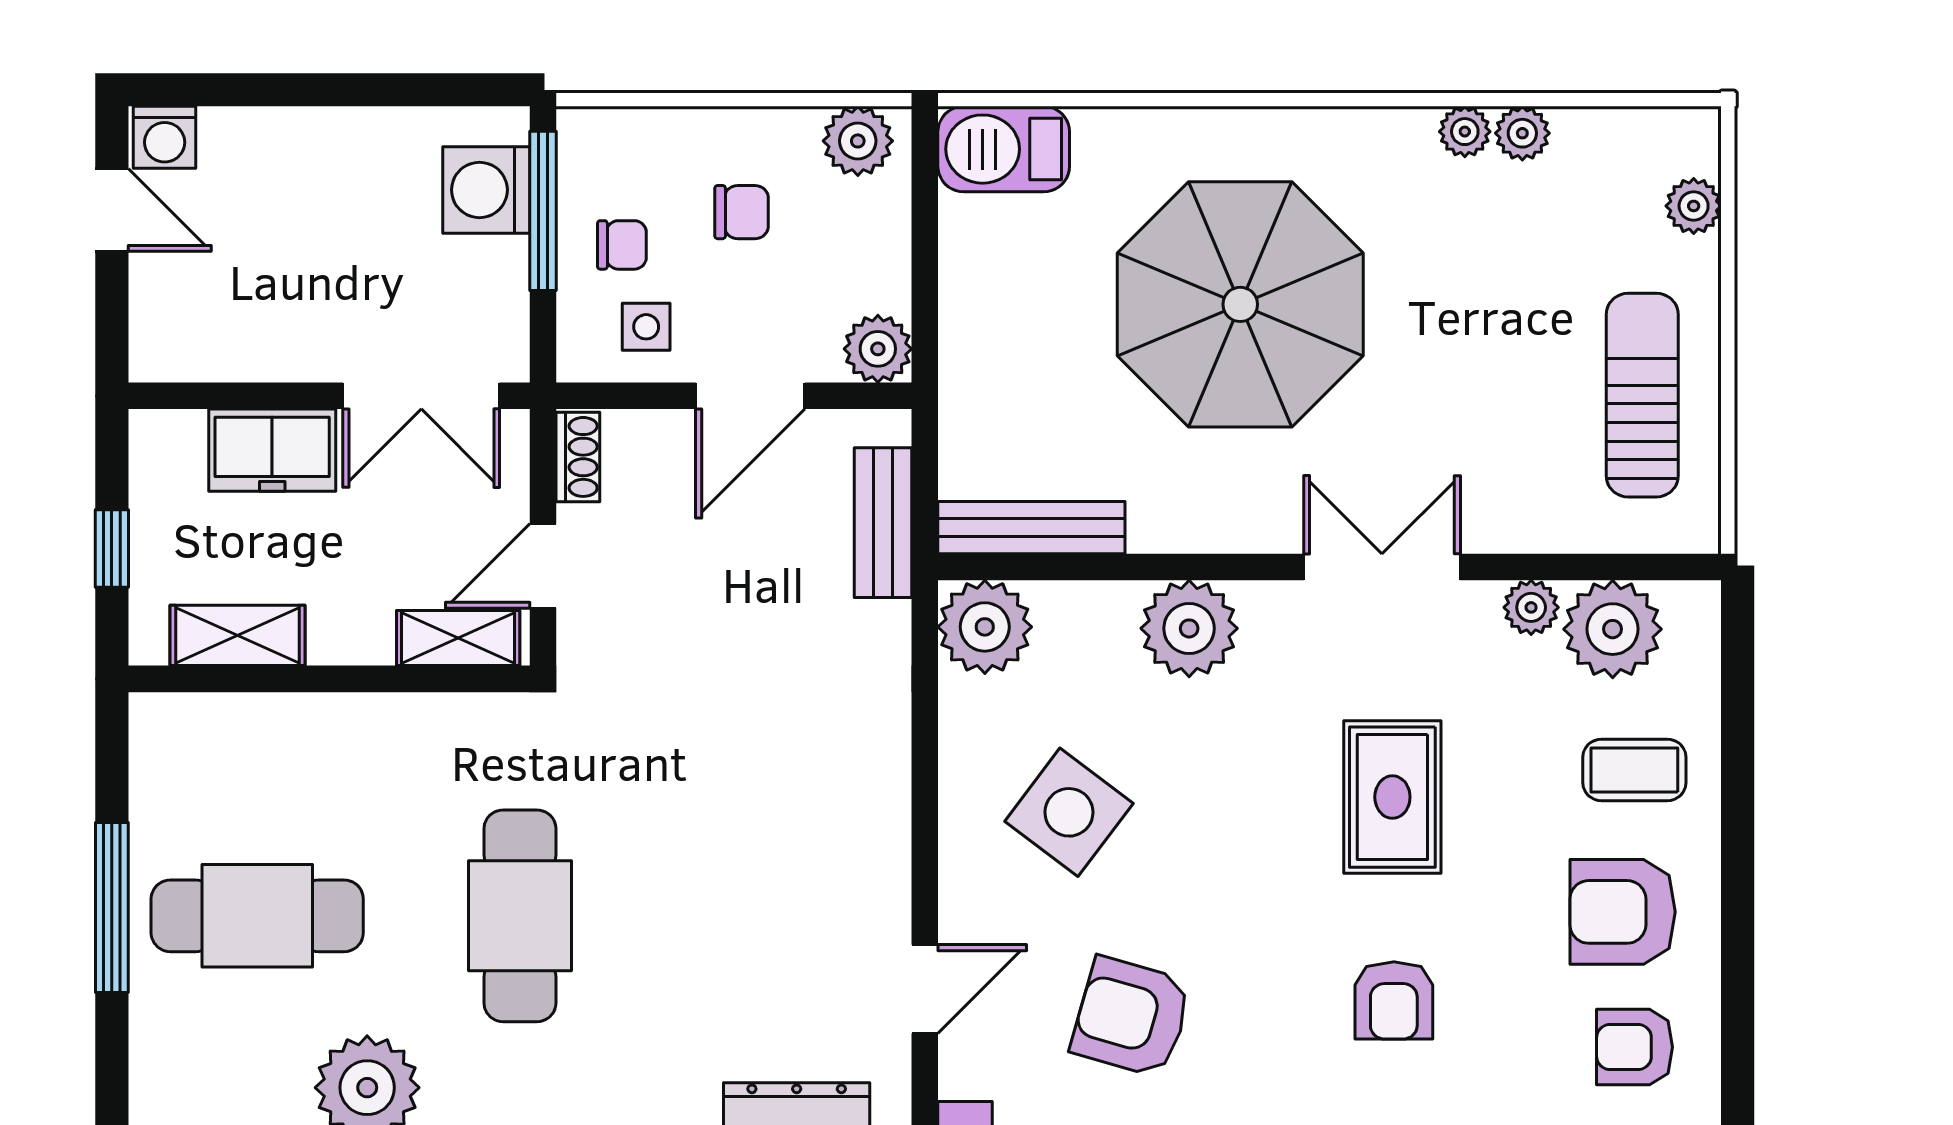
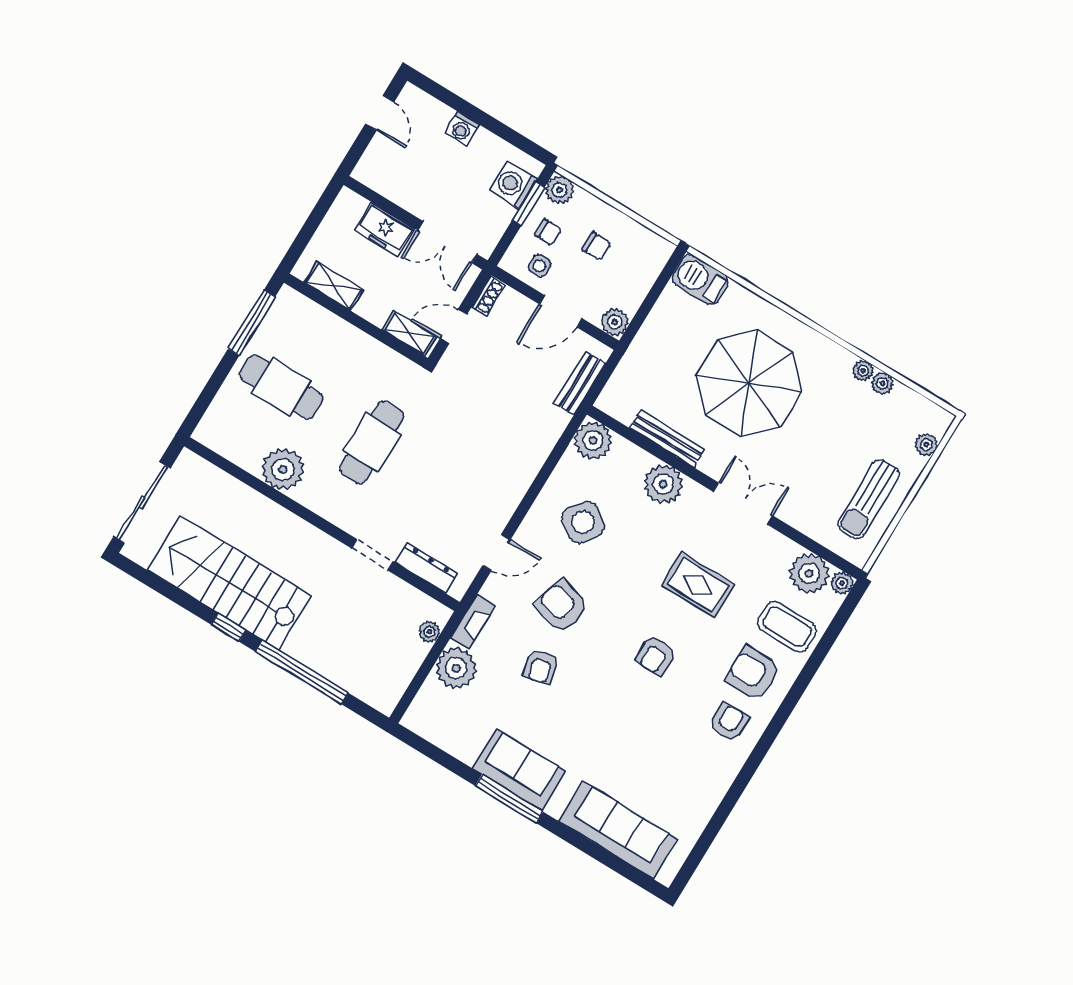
washing machine: (165, 137) -> (462, 129), moved
plant: (858, 141) -> (560, 190), moved
window: (543, 211) -> (528, 204), width x0.69
sun lounger: (1642, 395) -> (869, 499), turned 180
bench: (1031, 528) -> (667, 439), moved
window: (112, 548) -> (308, 230), removed
plant: (1531, 607) -> (842, 583), moved
coffee table: (1634, 770) -> (787, 627), width x1.36, depth x1.30
rug: (1392, 797) -> (698, 585), turned 90
window: (112, 907) -> (252, 323), moved
armchair: (1635, 1047) -> (729, 722), turned 90

